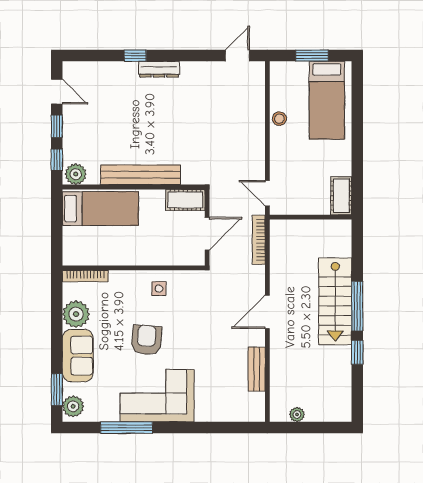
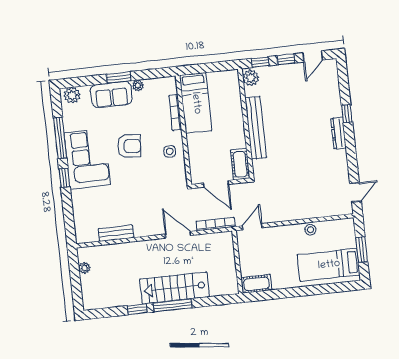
door: (237, 56) -> (355, 192), hinge flipped
bed: (100, 209) -> (196, 103), moved
bookcase: (85, 276) -> (175, 112), moved
door: (267, 312) -> (178, 235), moved
plant: (76, 314) -> (138, 85), width x0.53, depth x0.53
window: (57, 390) -> (119, 77), moved
window: (178, 428) -> (64, 178), added

